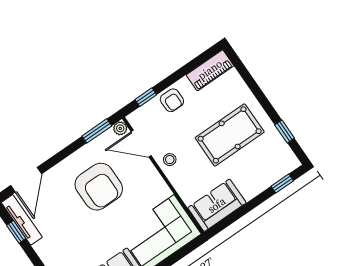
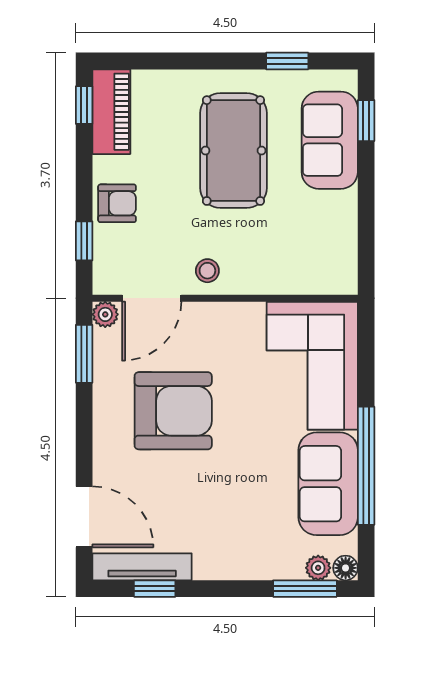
window: (205, 57) -> (84, 105), added
sofa: (217, 205) -> (330, 140), moved

